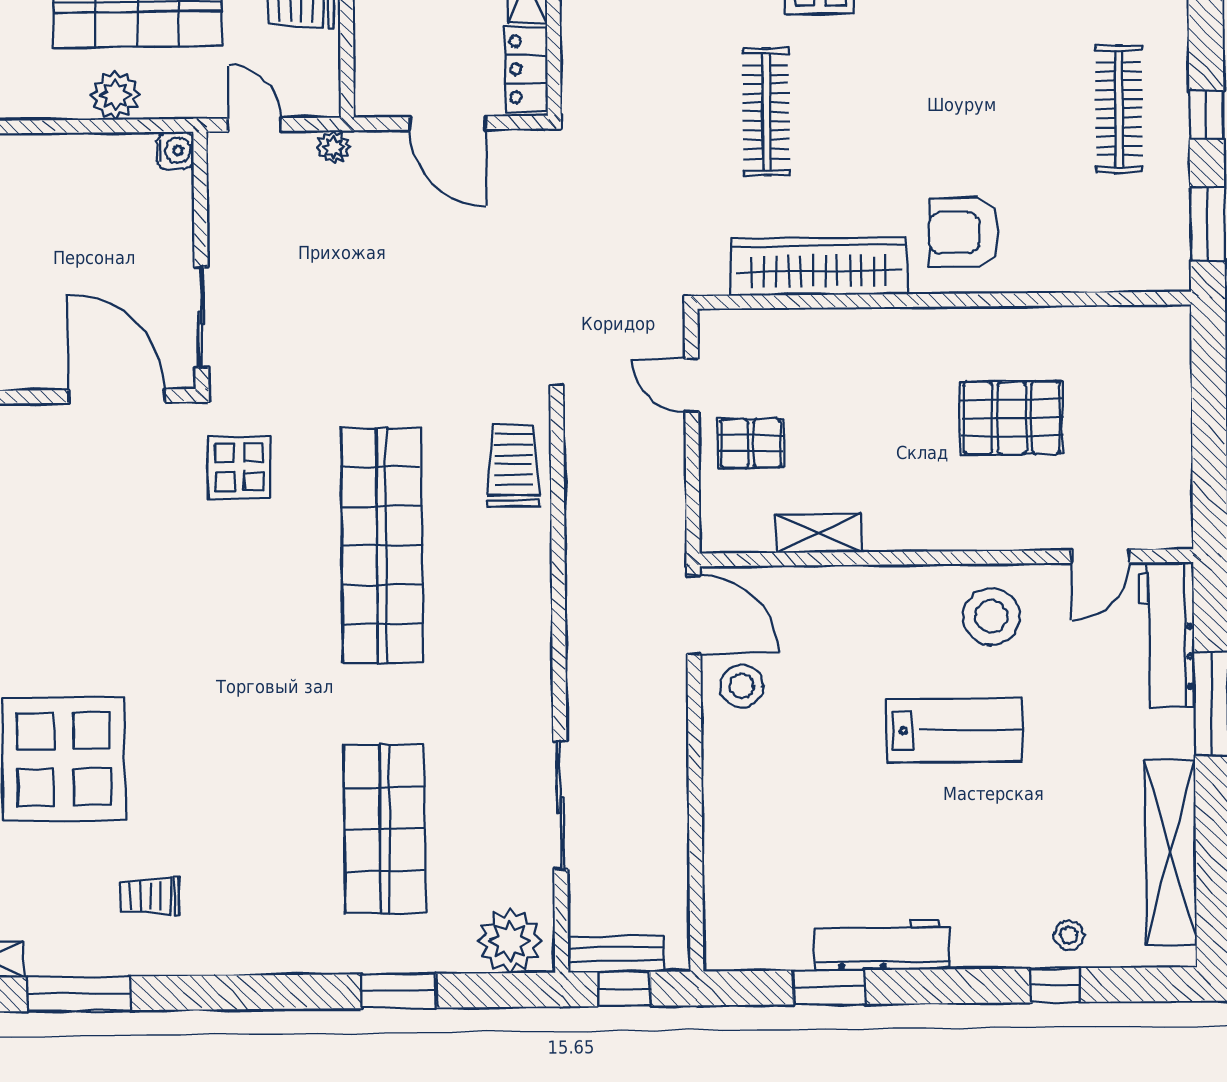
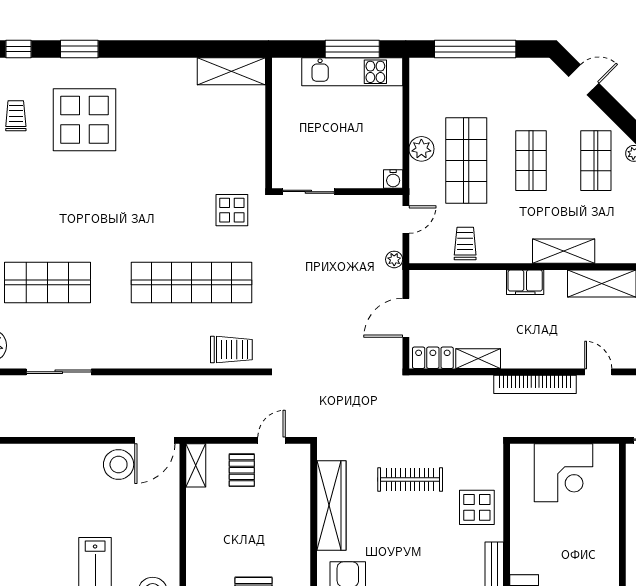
door: (116, 396) -> (269, 148), removed
shelving: (819, 533) -> (196, 465), moved
stool: (742, 686) -> (119, 464), width x1.38, depth x1.38
trolley: (150, 896) -> (16, 116), moved

